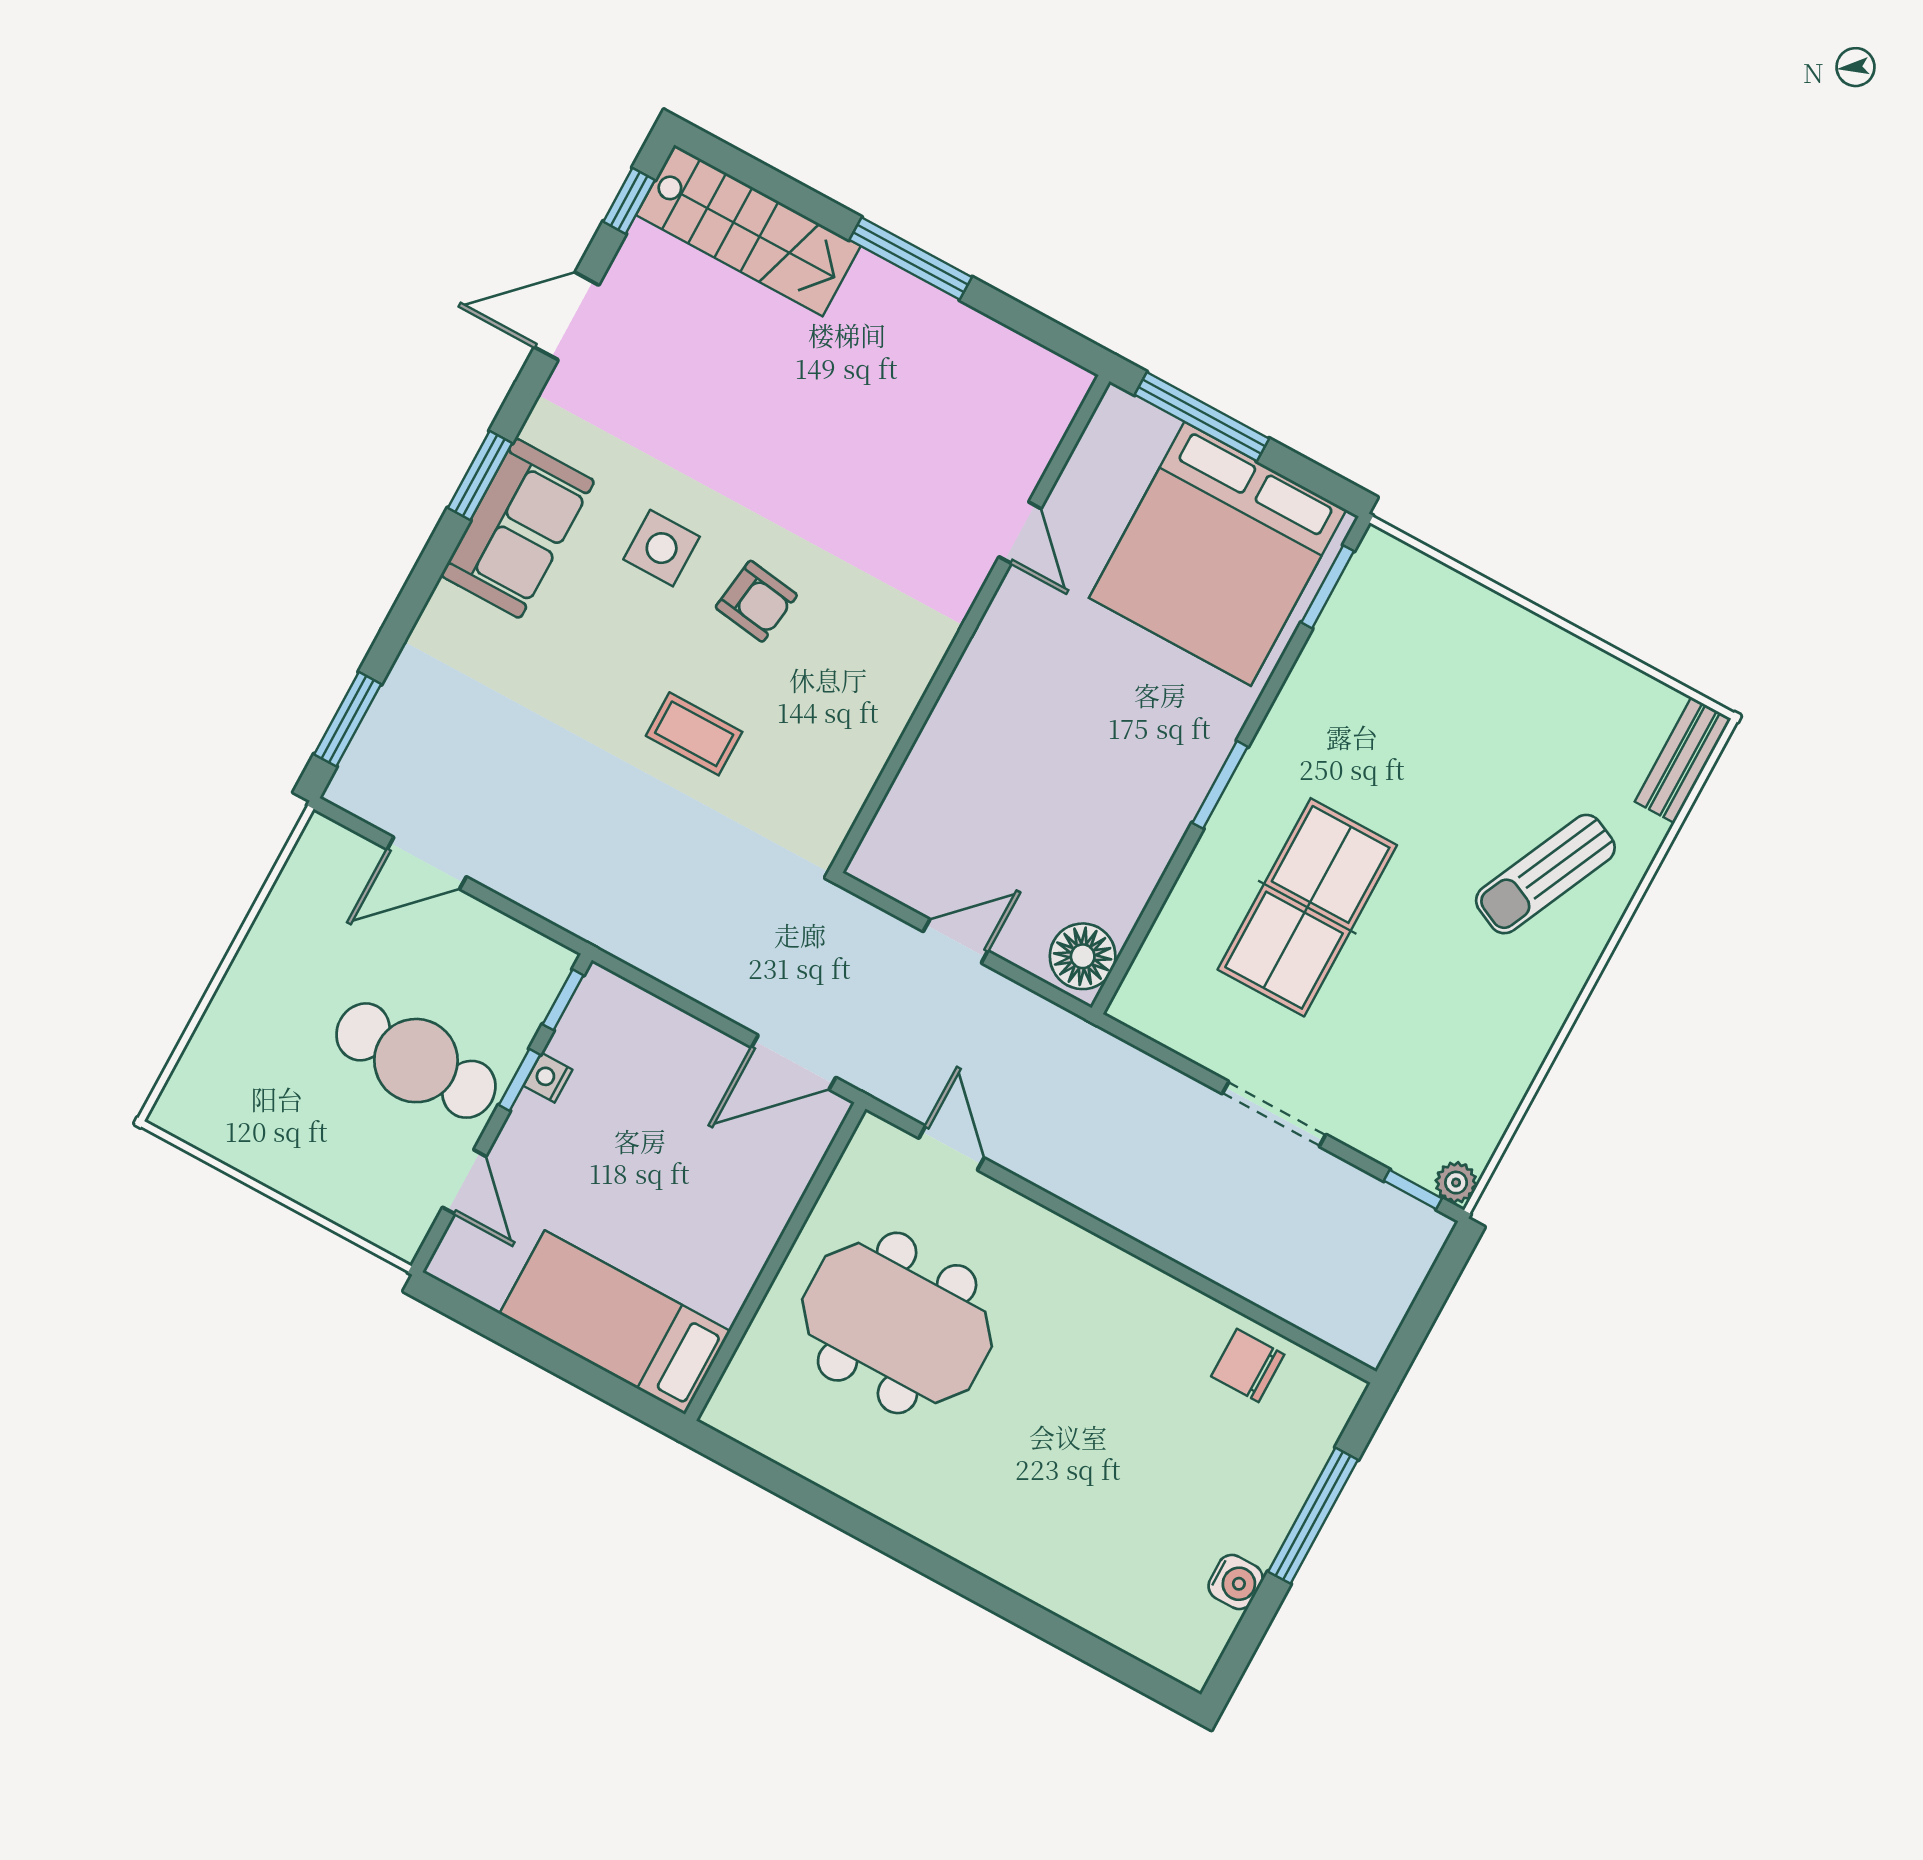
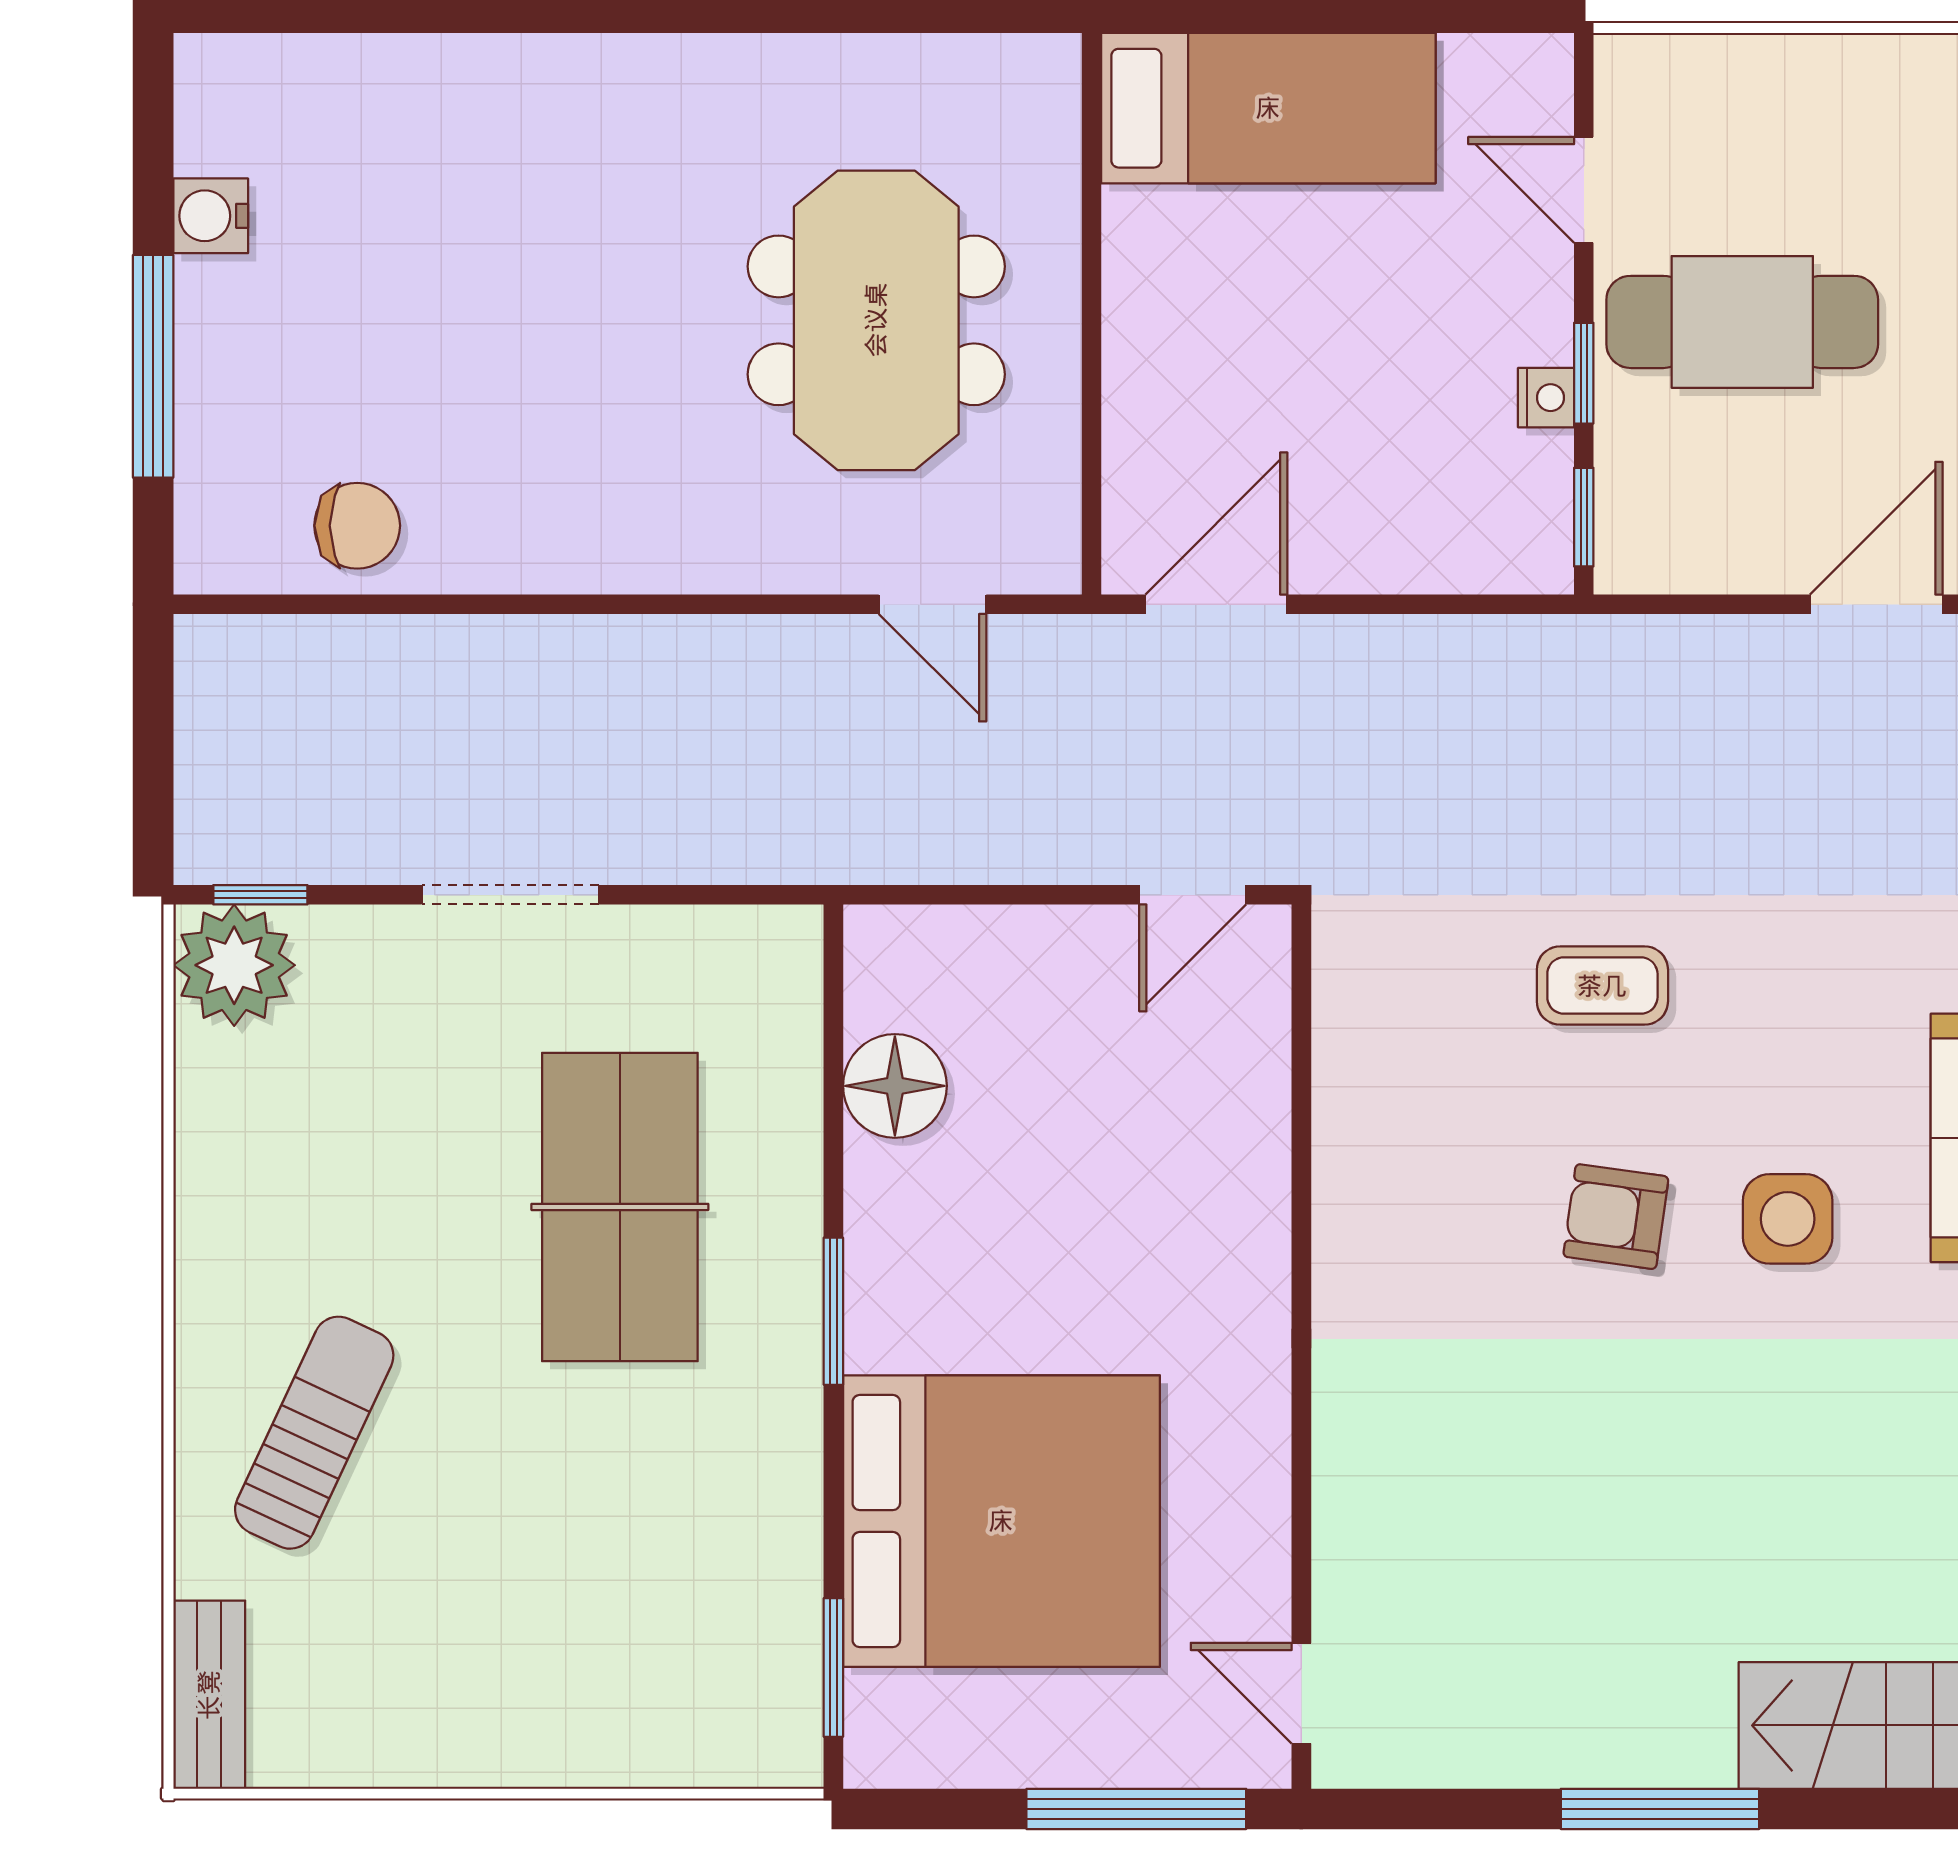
door: (1020, 533) -> (1301, 1693), moved
bed: (1218, 554) -> (1001, 1521), moved, turned 90
door: (956, 941) -> (1193, 895), moved
floor lamp: (1083, 956) -> (895, 1086), moved
plant: (1456, 1183) -> (234, 965), width x1.88, depth x1.88
meeting table: (897, 1323) -> (876, 320), turned 90

